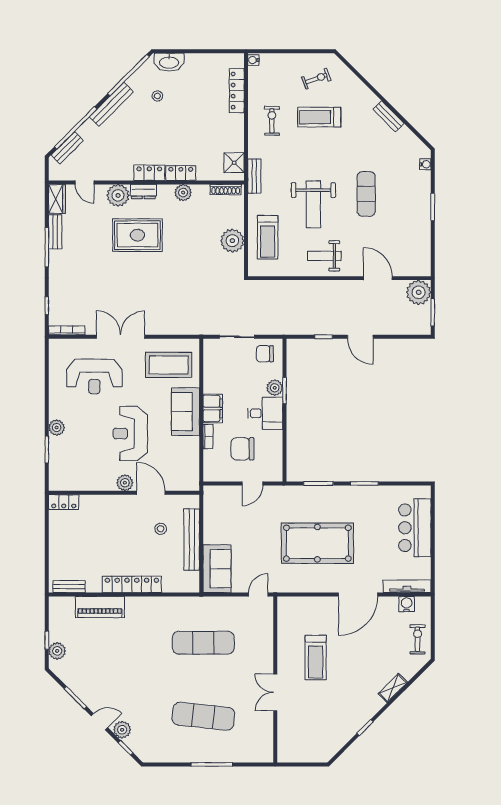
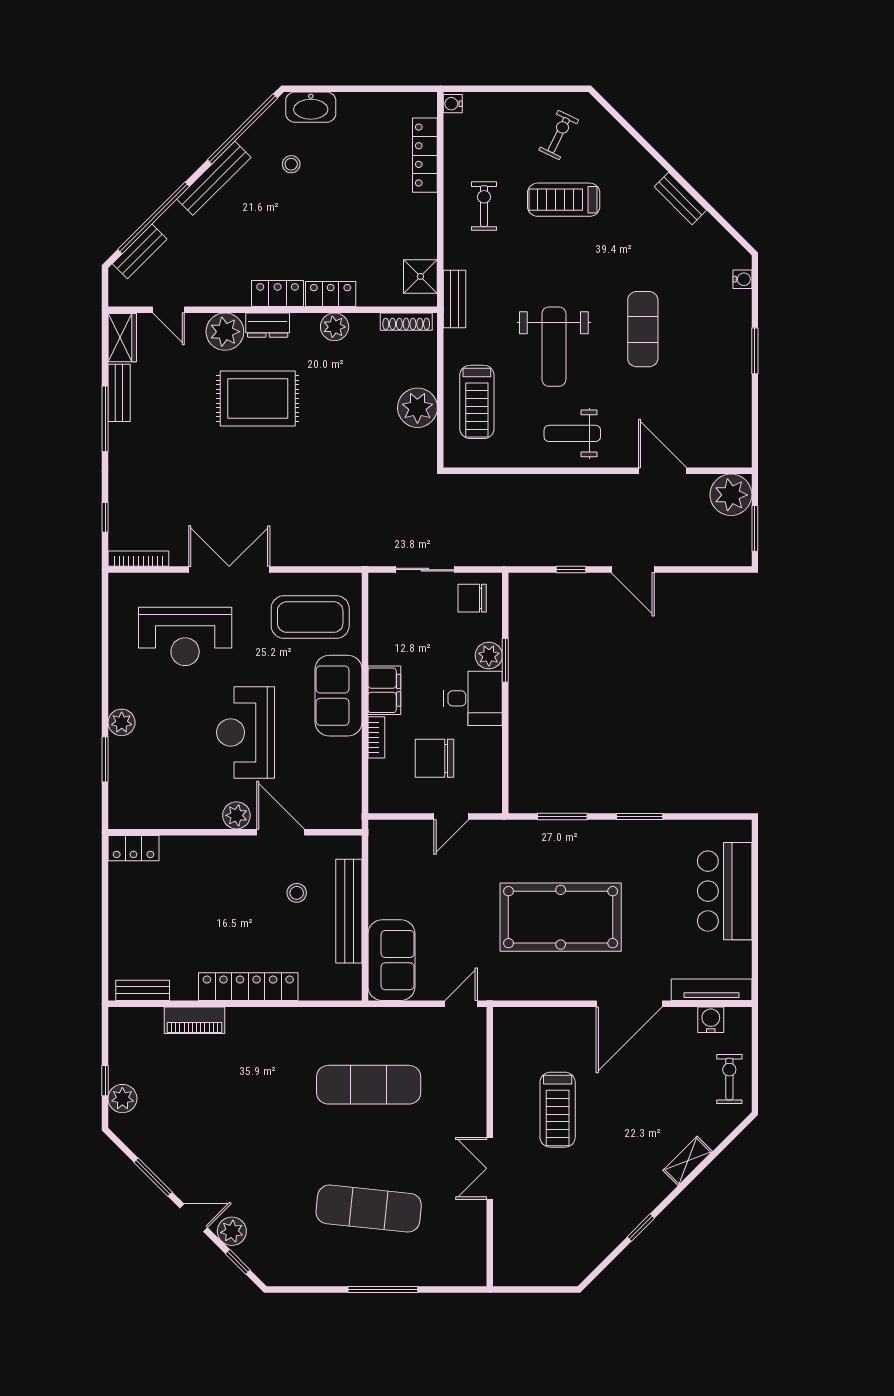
exercise bike: (316, 79) -> (559, 135), turned -44
piano: (100, 607) -> (194, 1020), width x0.73, depth x0.75

